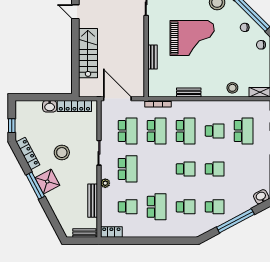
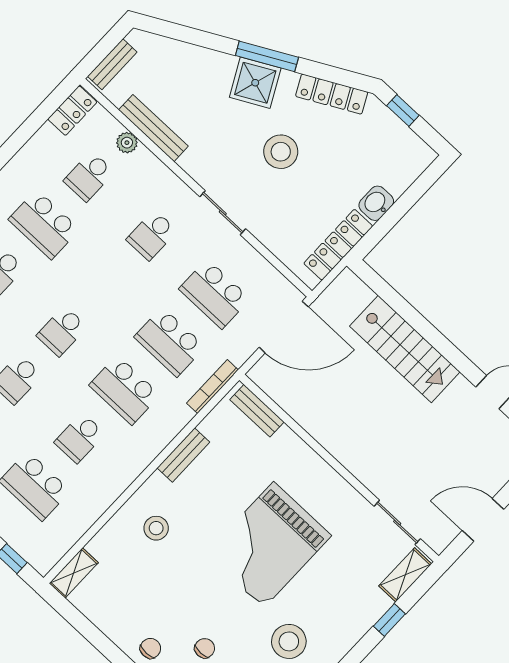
bench: (152, 57) -> (257, 411), moved
stool: (232, 88) -> (156, 528), moved
school desk: (128, 169) -> (152, 235), width x0.54
plant: (105, 183) -> (127, 143), moved

